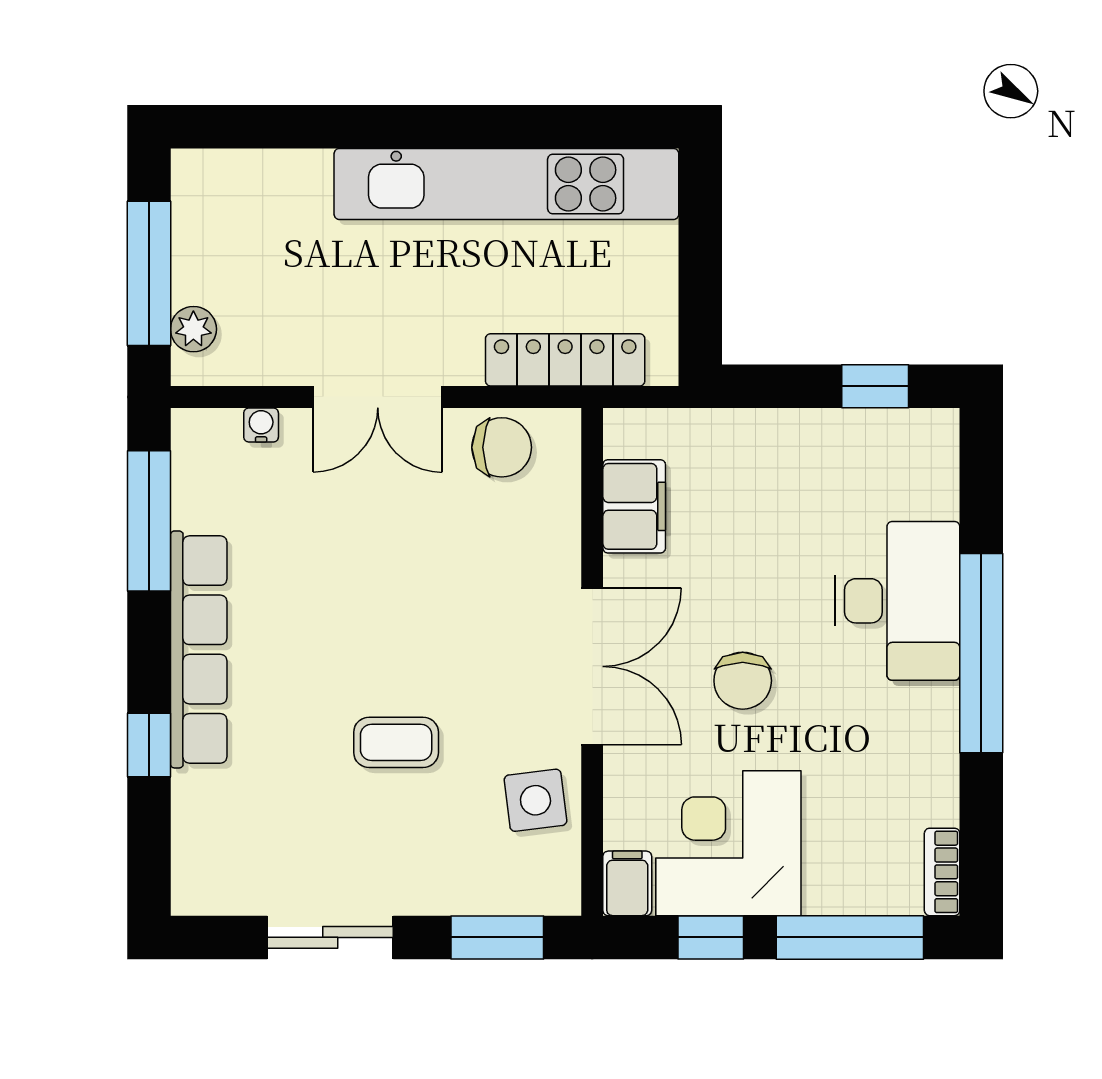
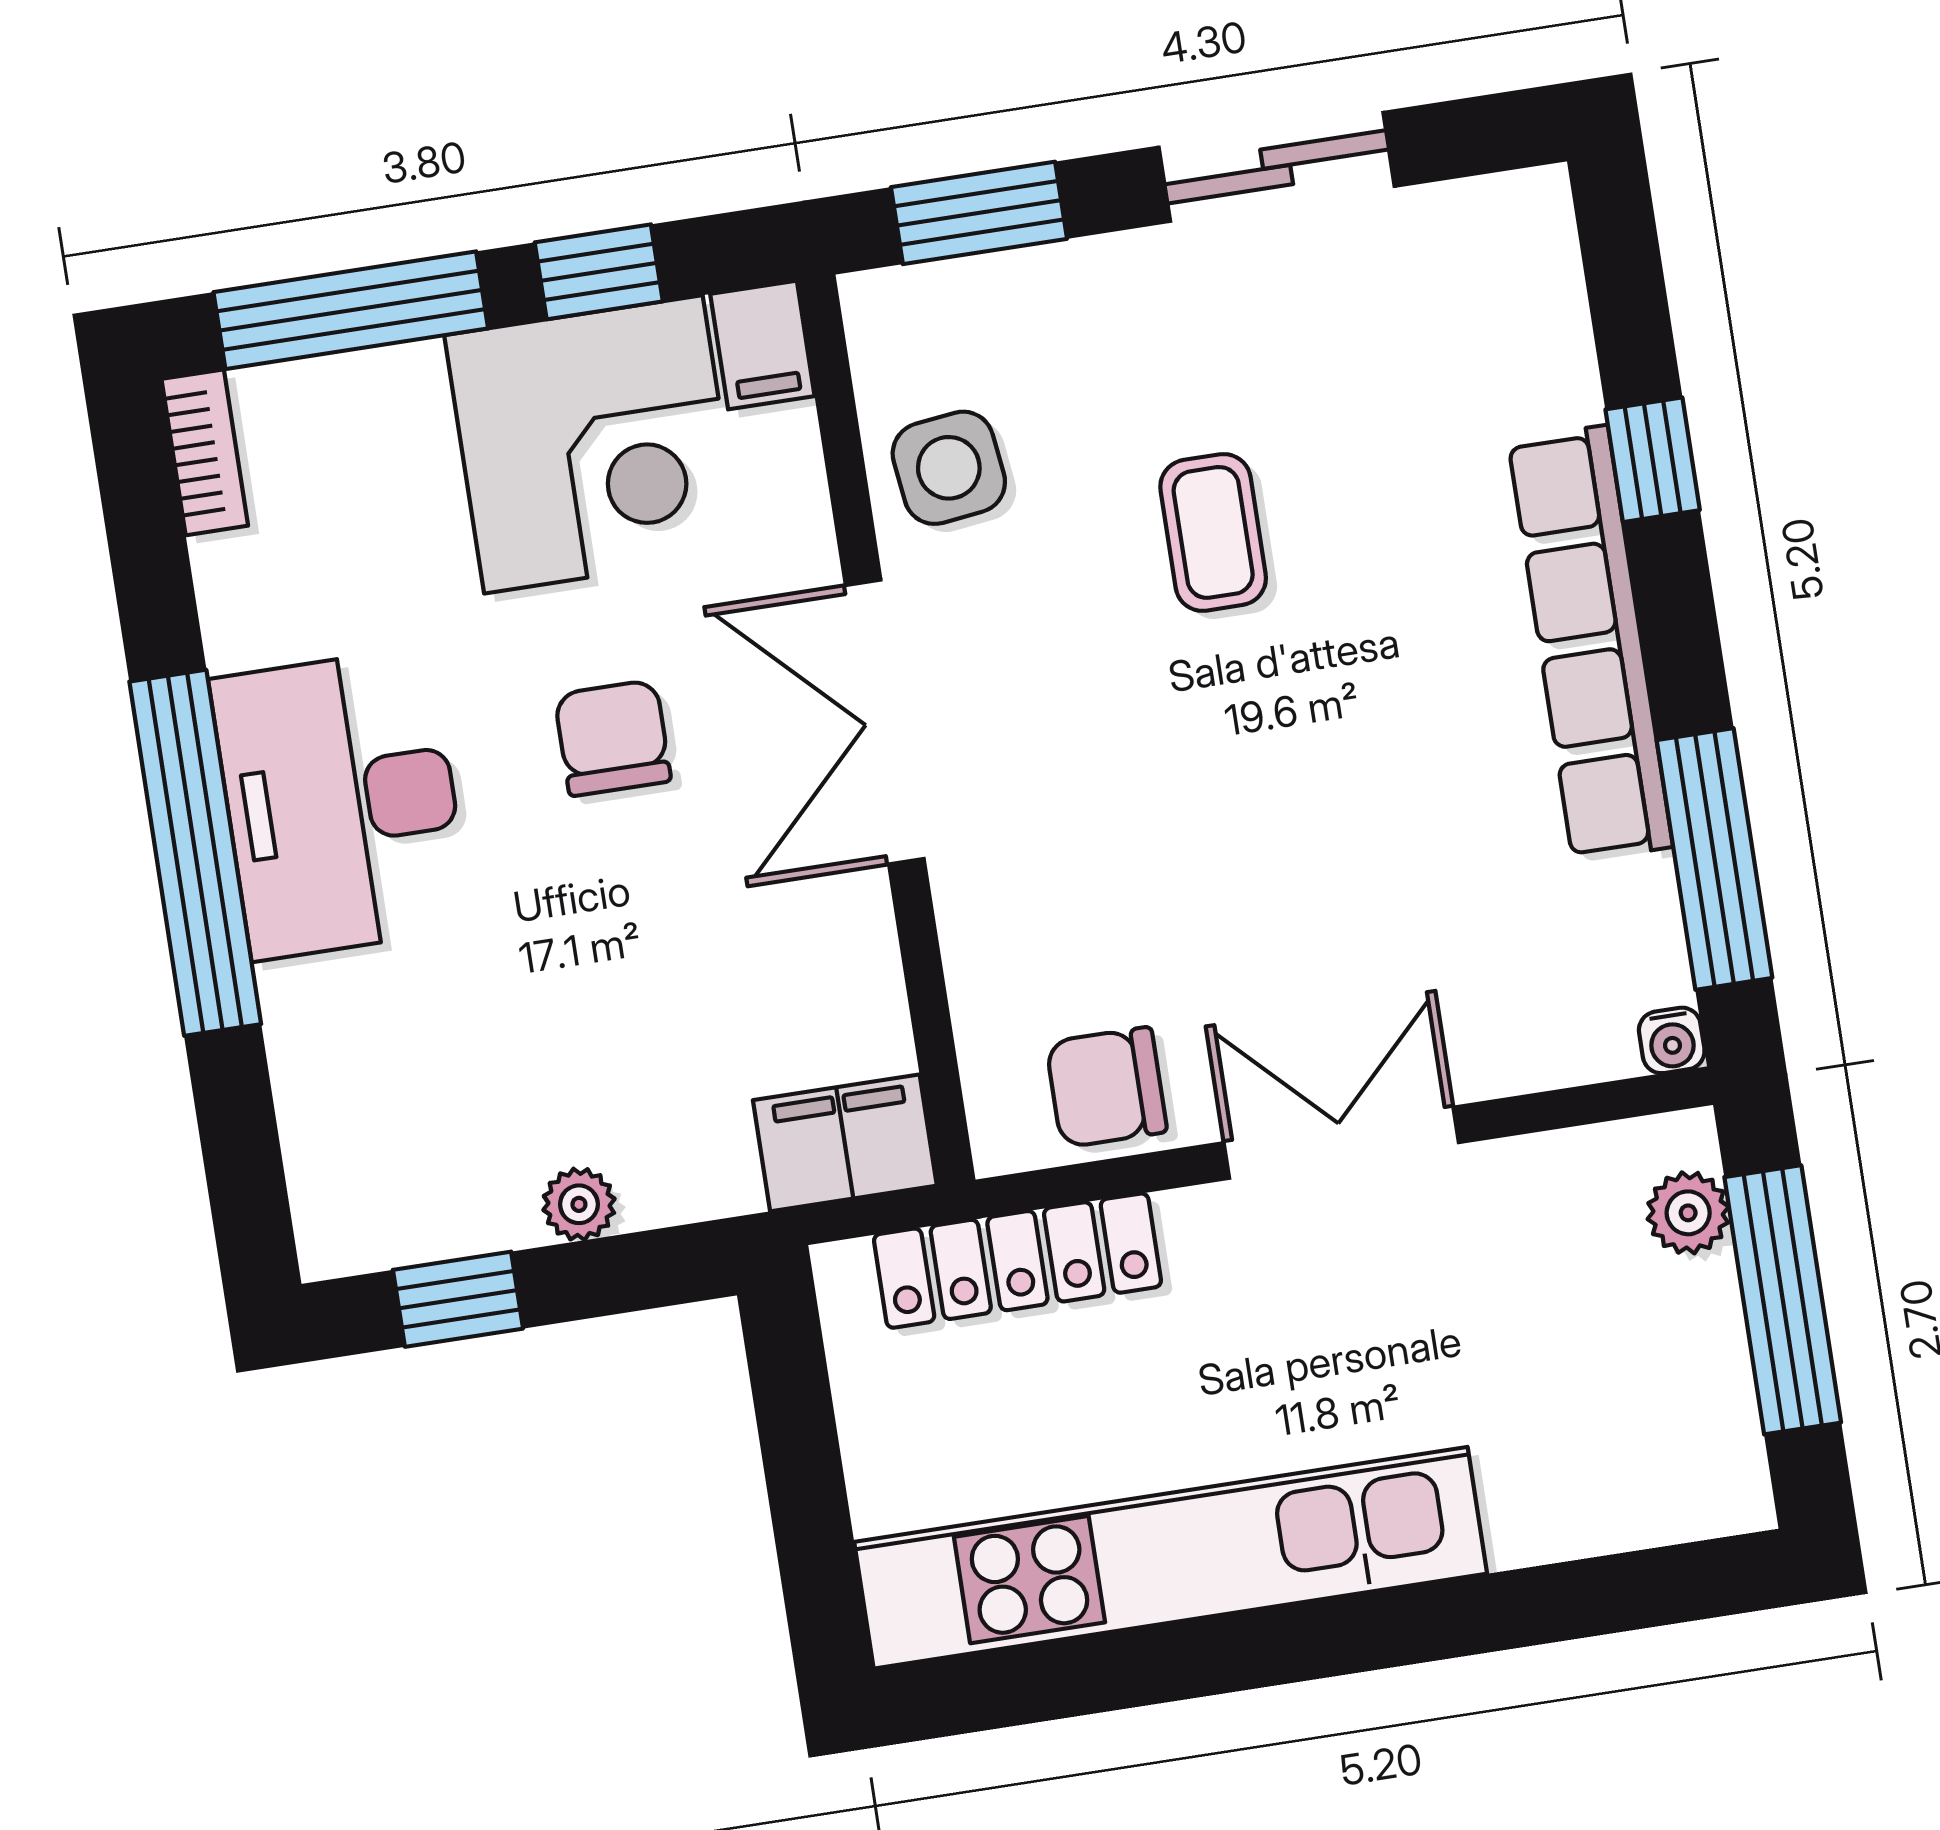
water cooler: (261, 425) -> (1672, 1040), moved
plant: (801, 428) -> (579, 1204), added
filing cabinet: (634, 506) -> (845, 1143), moved, turned 90
desk: (897, 601) -> (341, 803), moved
coffee table: (396, 742) -> (1213, 532), turned 90

